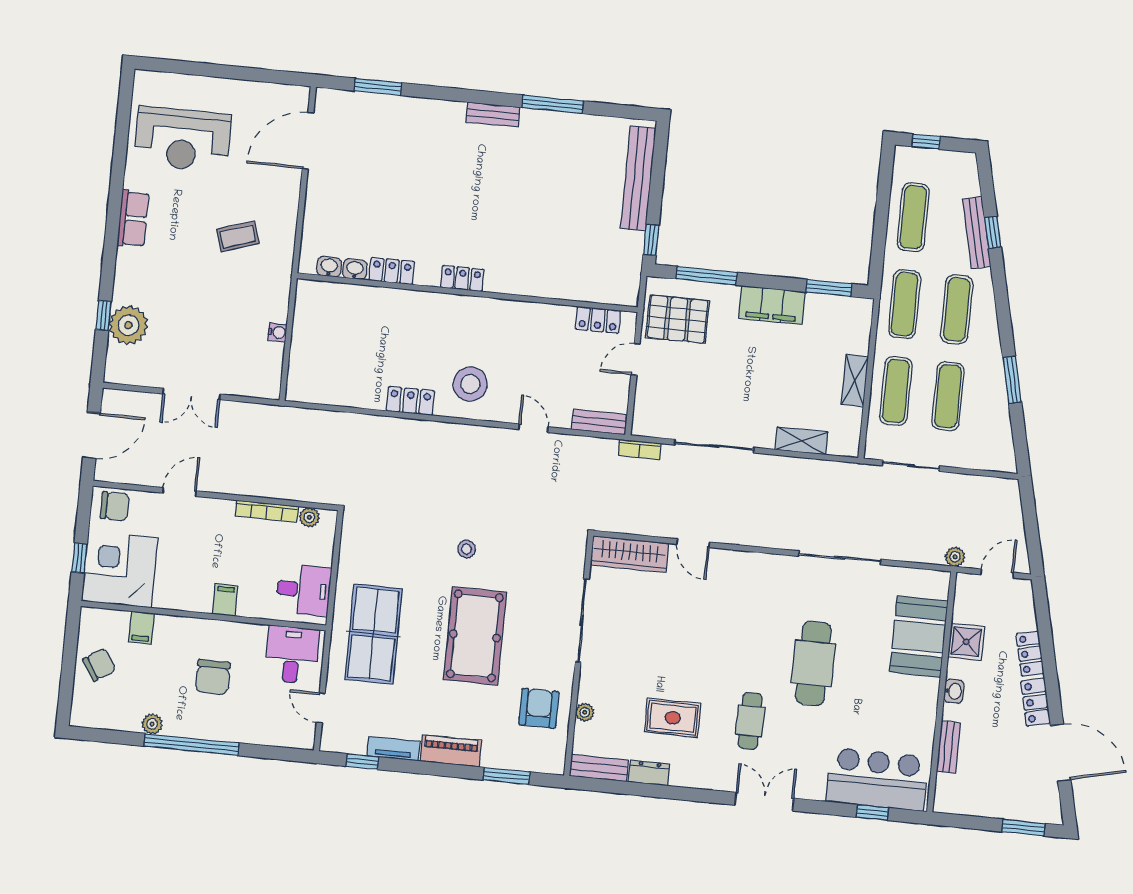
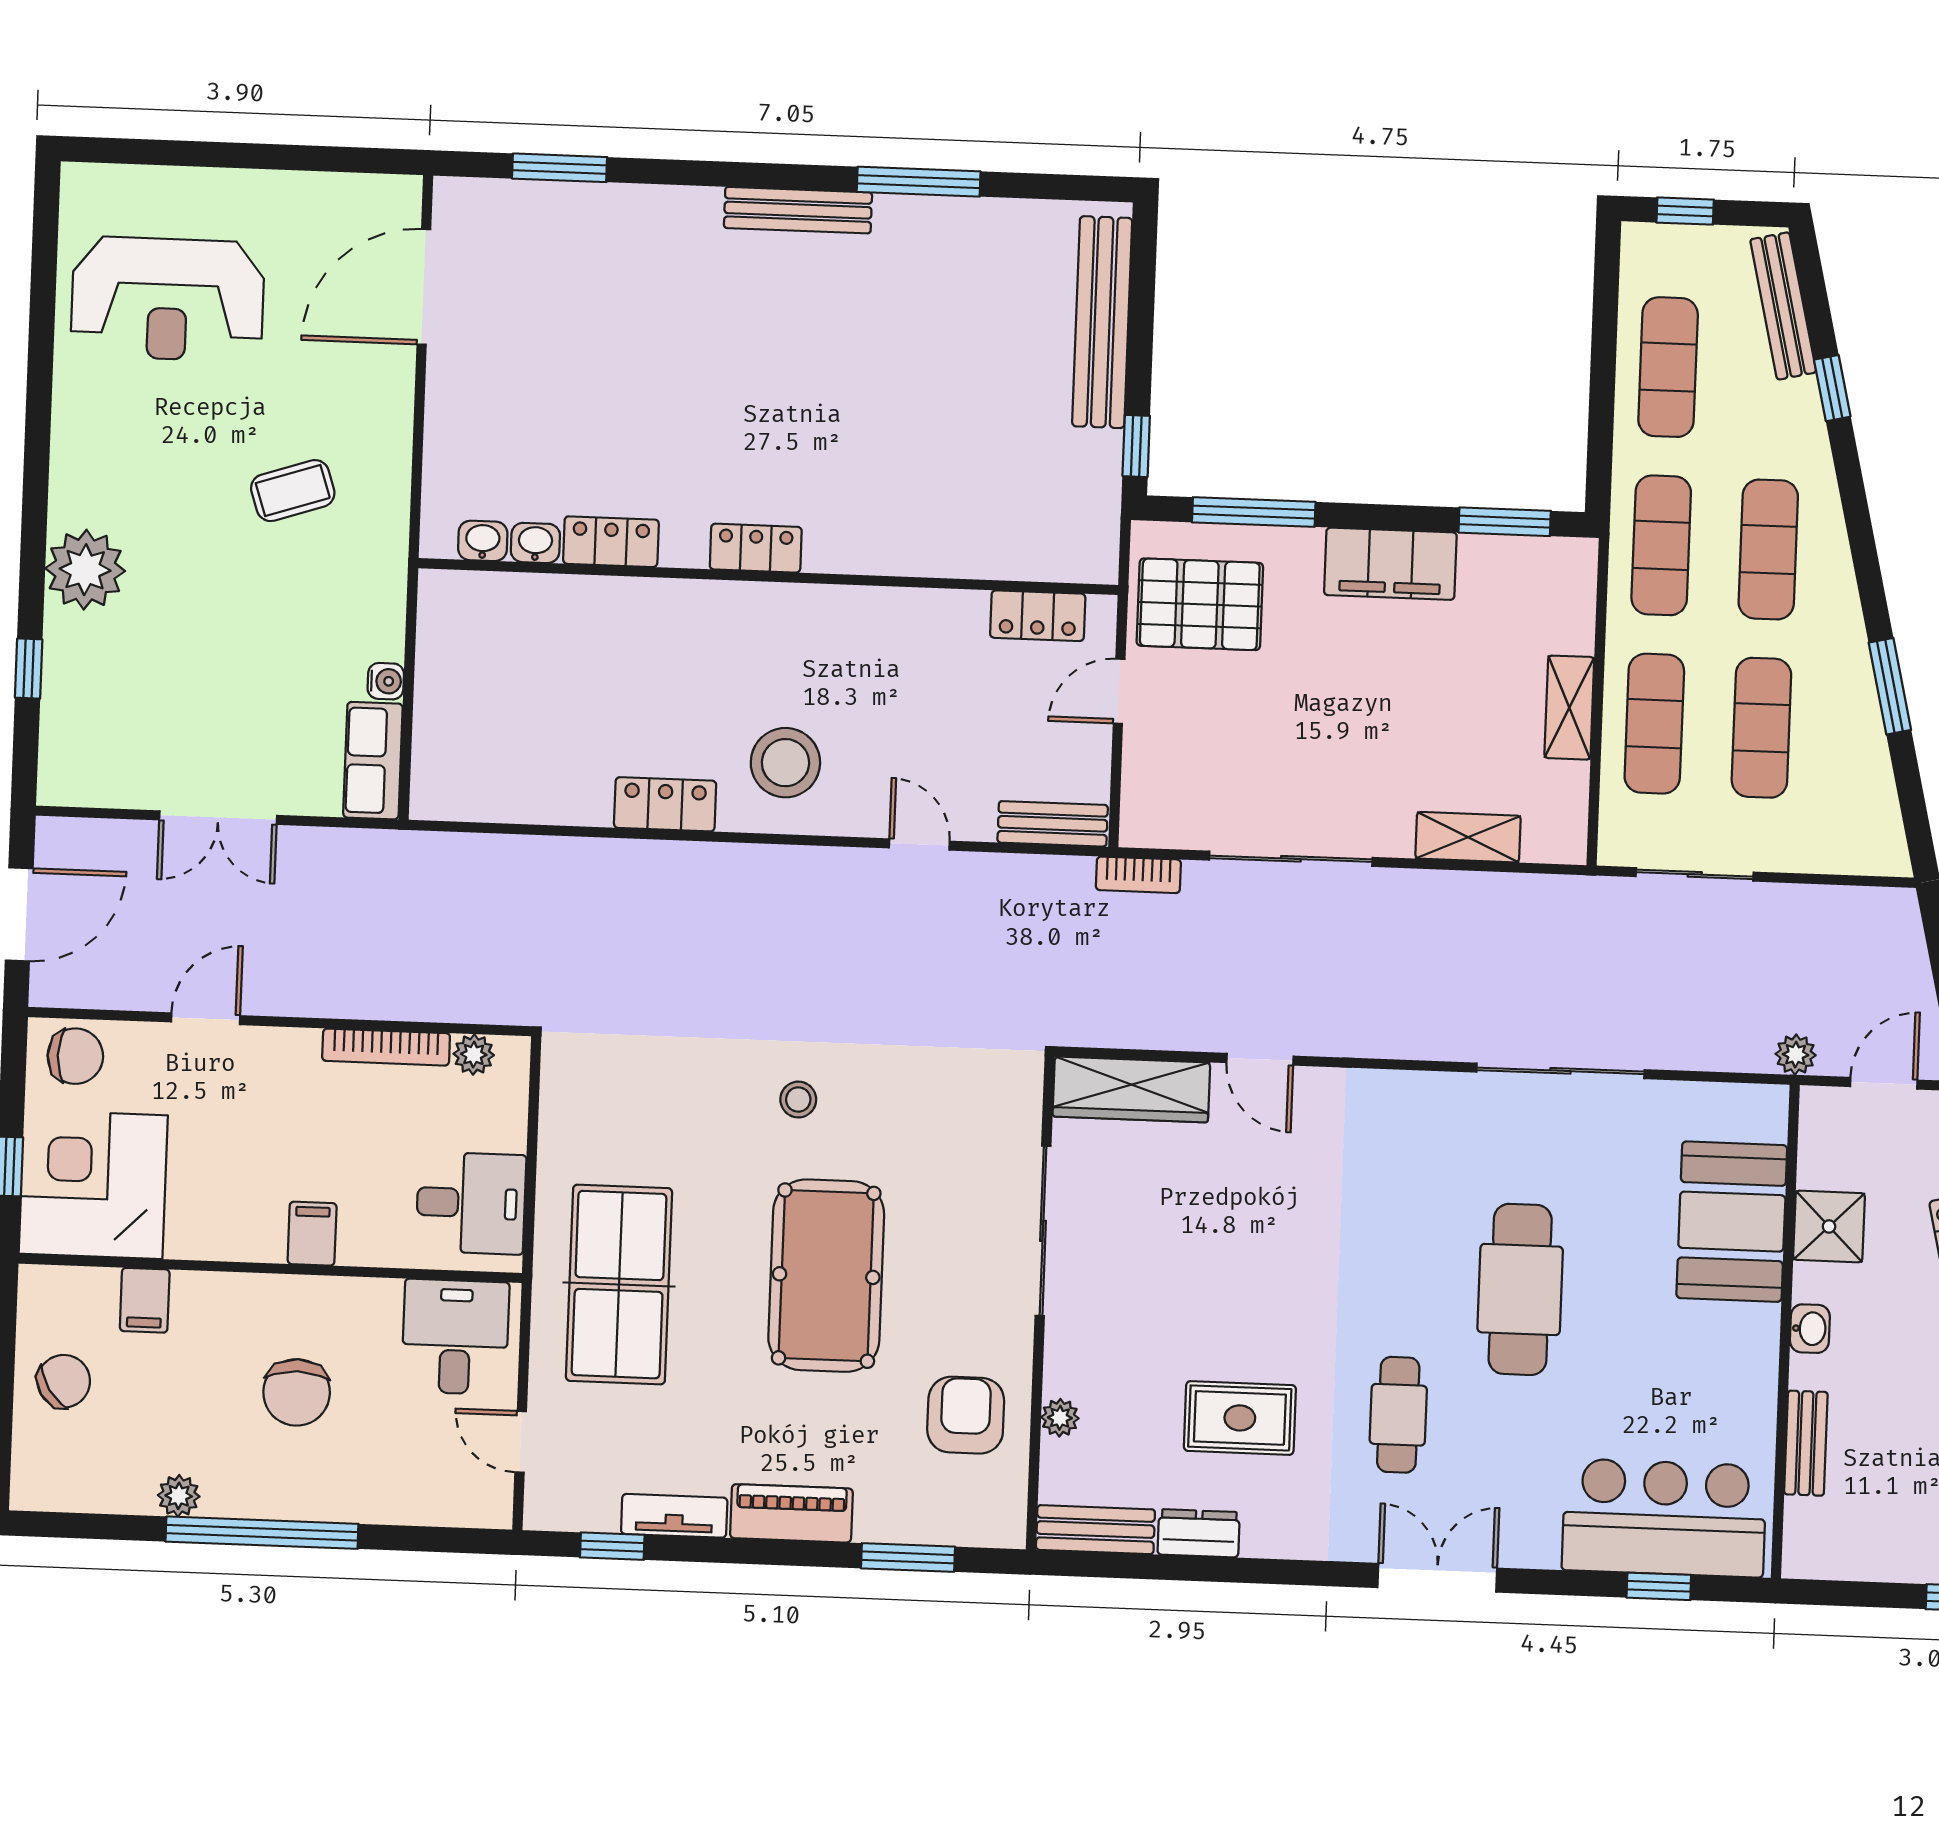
bench: (493, 115) -> (798, 210), width x1.36
row of seats: (133, 219) -> (373, 761), moved, turned 180
bench: (977, 233) -> (1783, 306), moved
plant: (128, 325) -> (85, 570), moved

